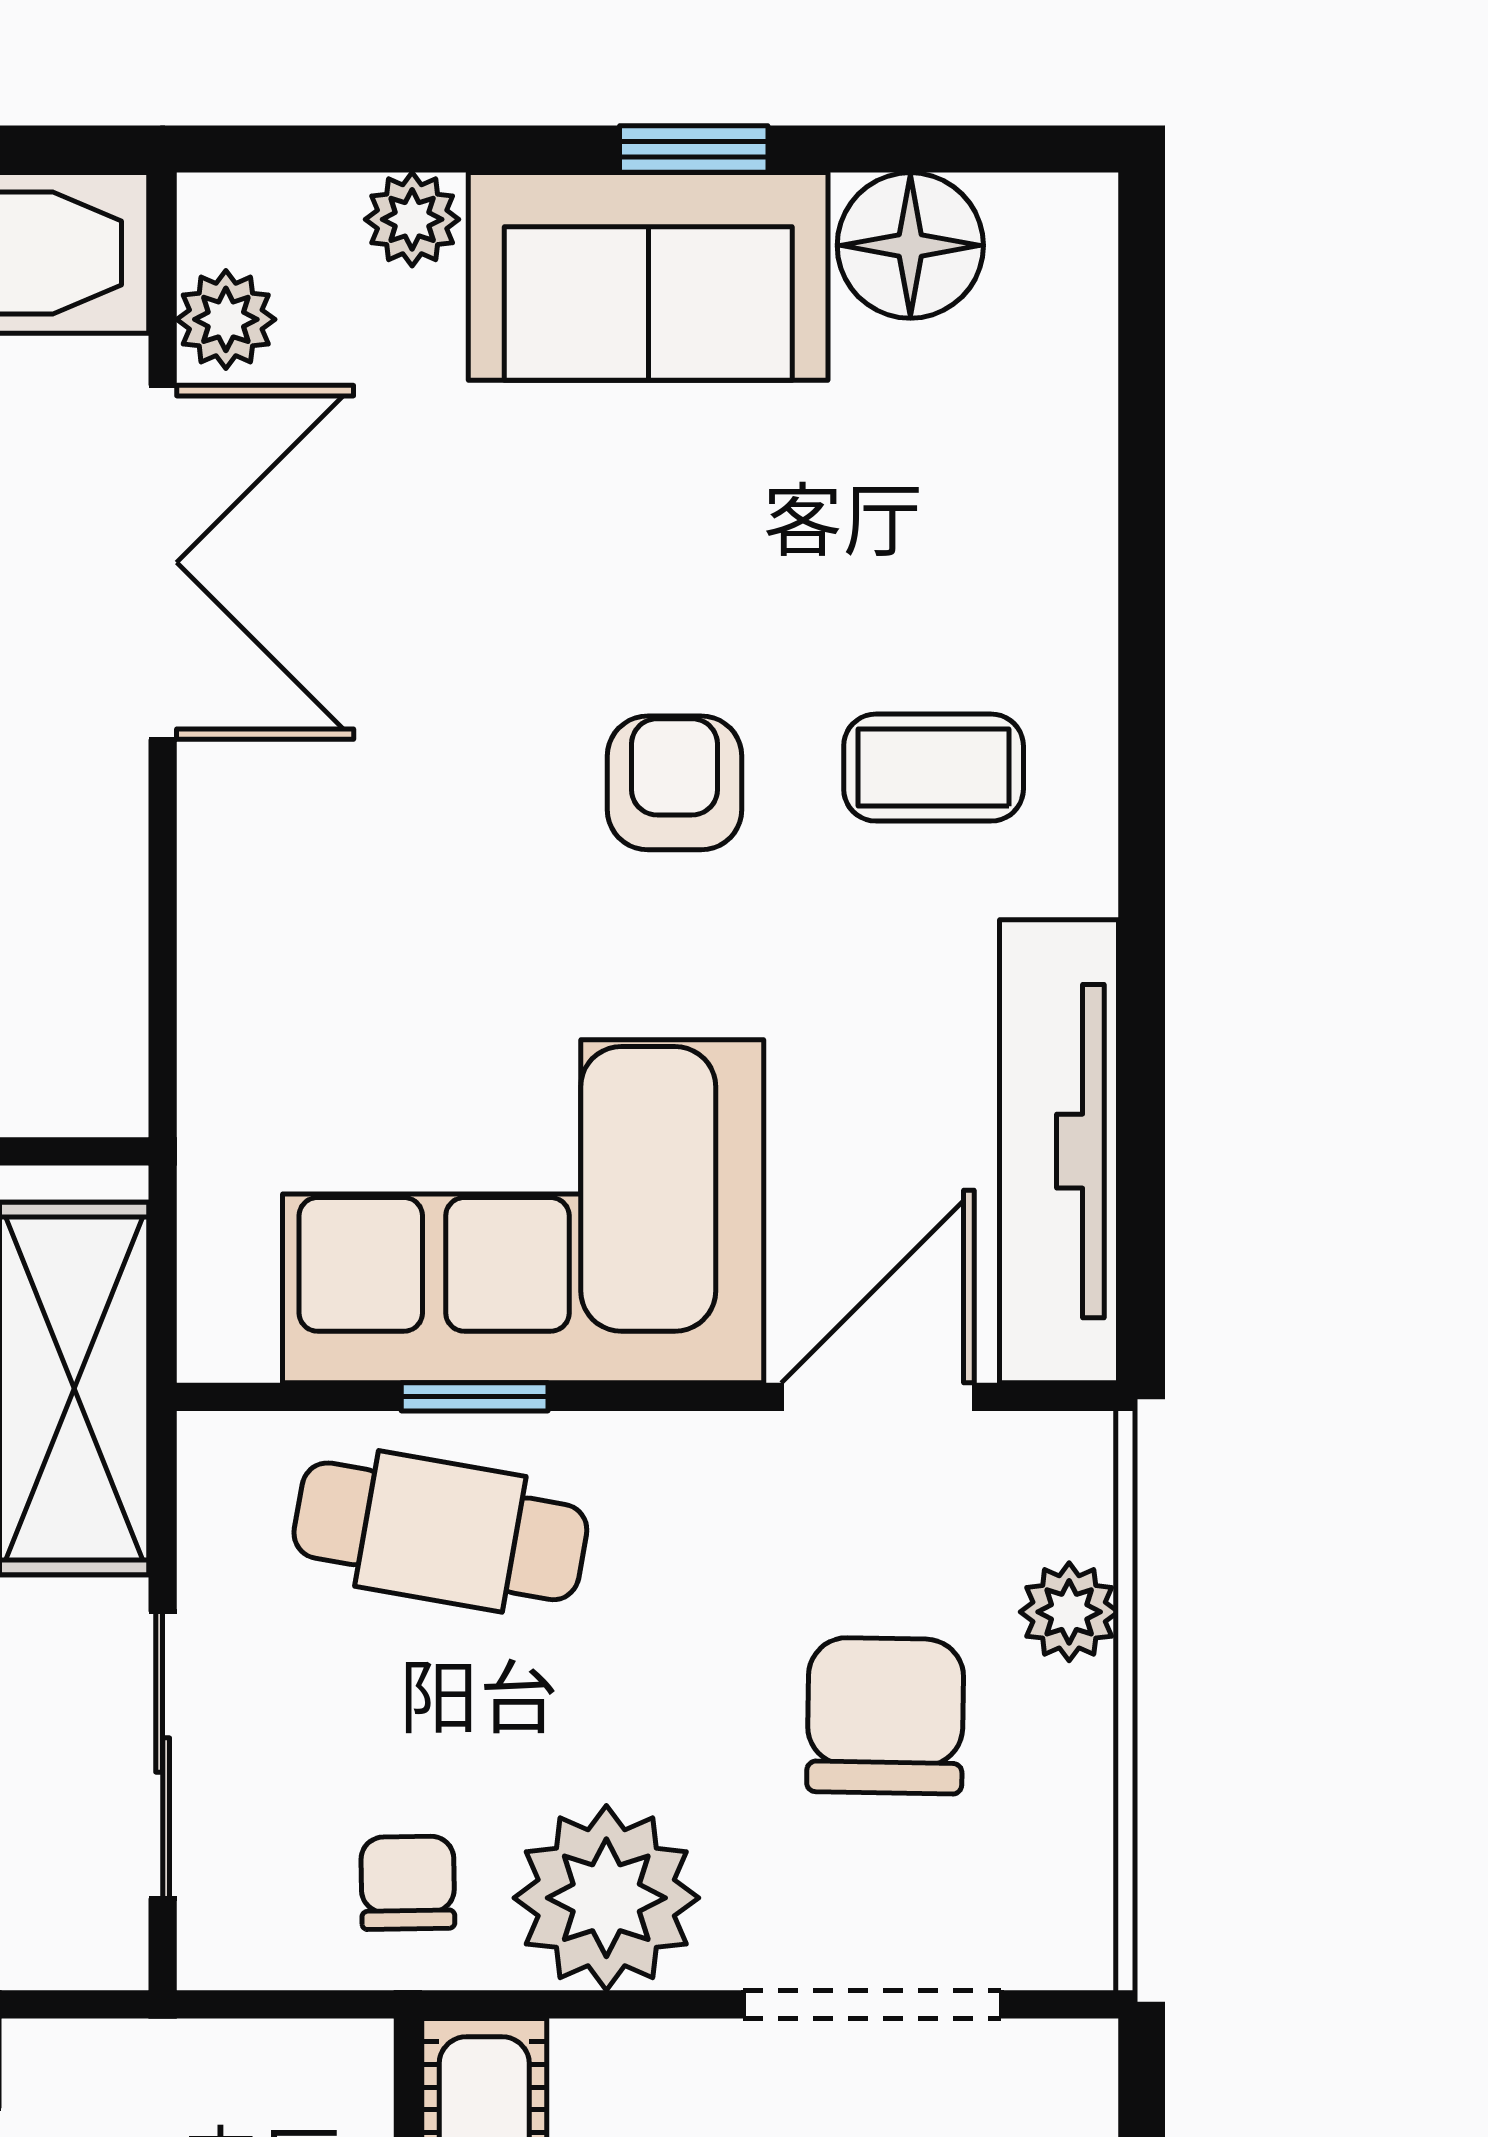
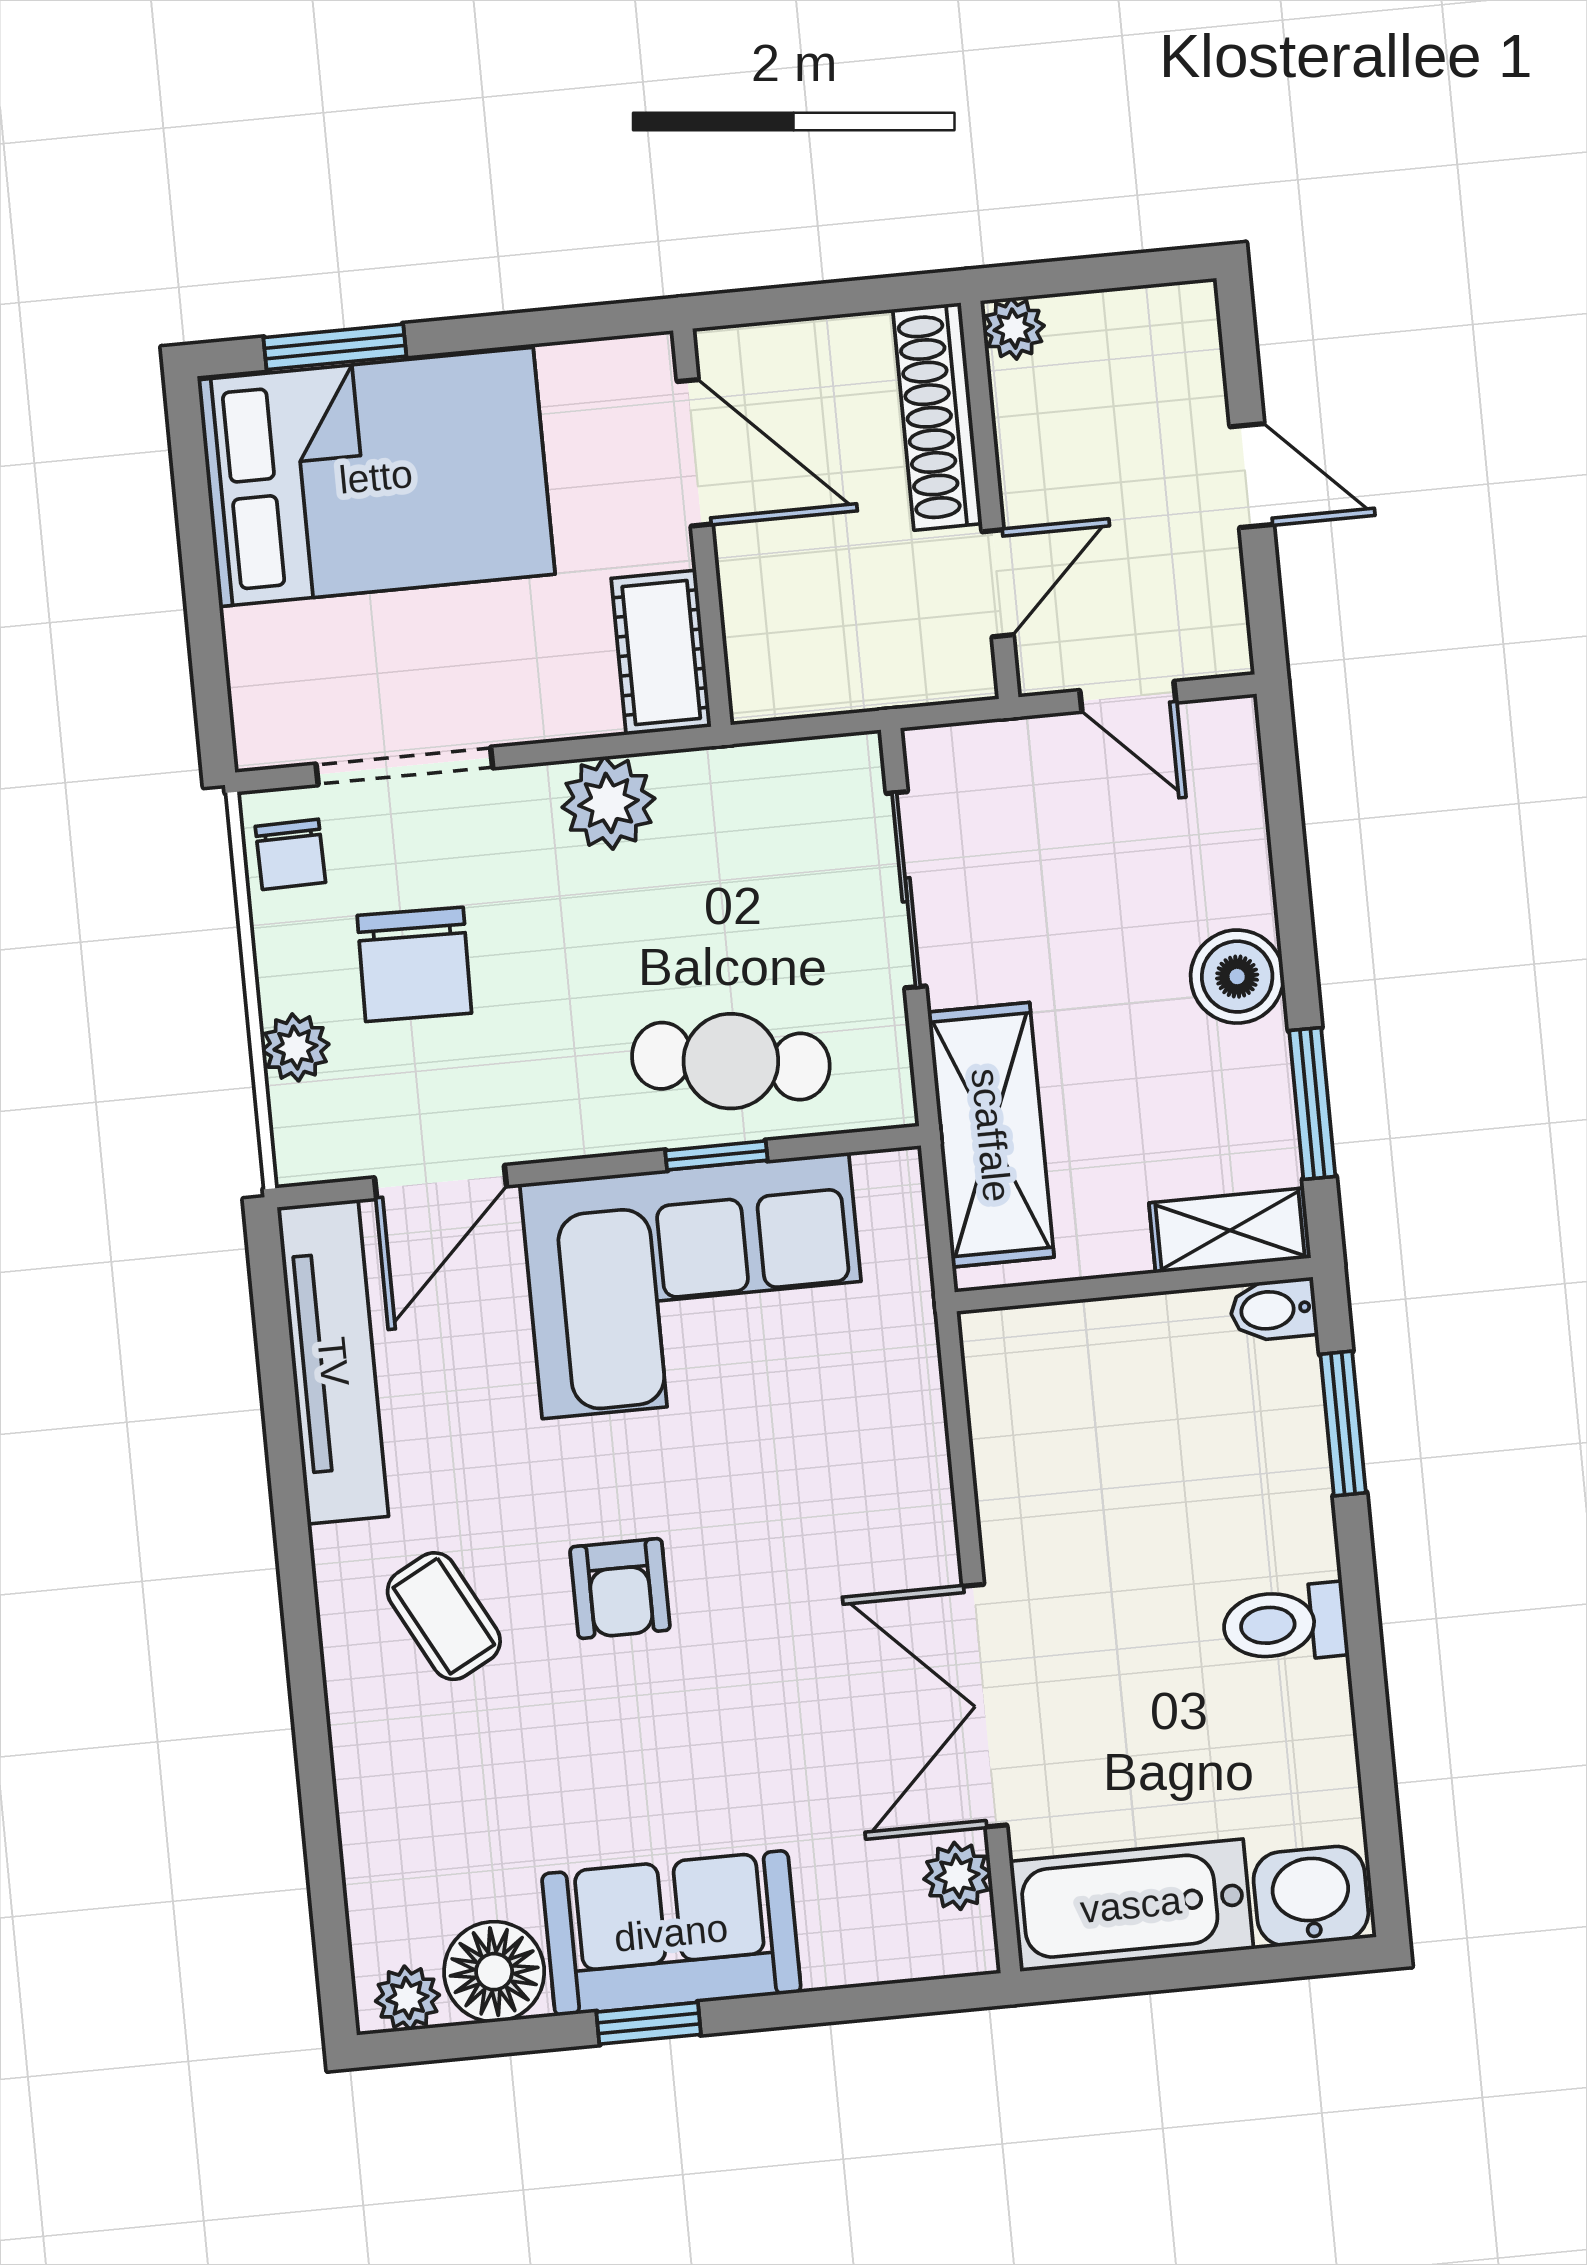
plant: (412, 219) -> (407, 1998), moved
coffee table: (934, 768) -> (444, 1616), turned 62
chair: (408, 1883) -> (290, 854), moved
plant: (606, 1898) -> (608, 803), width x0.73, depth x0.73

